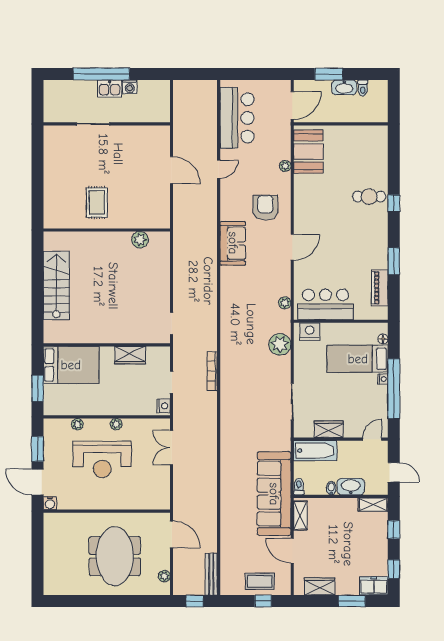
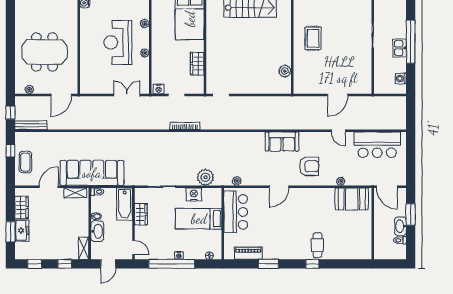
washing machine: (130, 87) -> (401, 79), moved
rug: (97, 202) -> (313, 38), turned 90
door: (292, 247) -> (279, 187), hinge flipped
nightstand: (310, 332) -> (194, 194), moved, turned -90
bed: (358, 359) -> (199, 219), moved, turned -90
freezer: (374, 586) -> (22, 231), moved
window: (263, 601) -> (10, 151), moved

